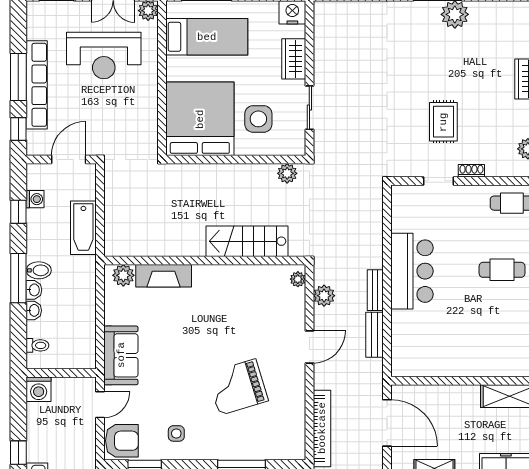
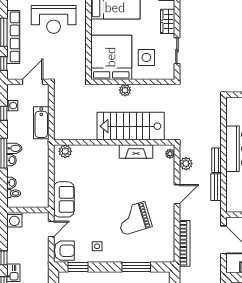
plant: (287, 173) -> (125, 90), moved
stairs: (247, 241) -> (131, 126), width x1.36, depth x1.51
fireplace: (164, 276) -> (136, 152), moved
washbasin: (34, 310) -> (12, 183), moved

